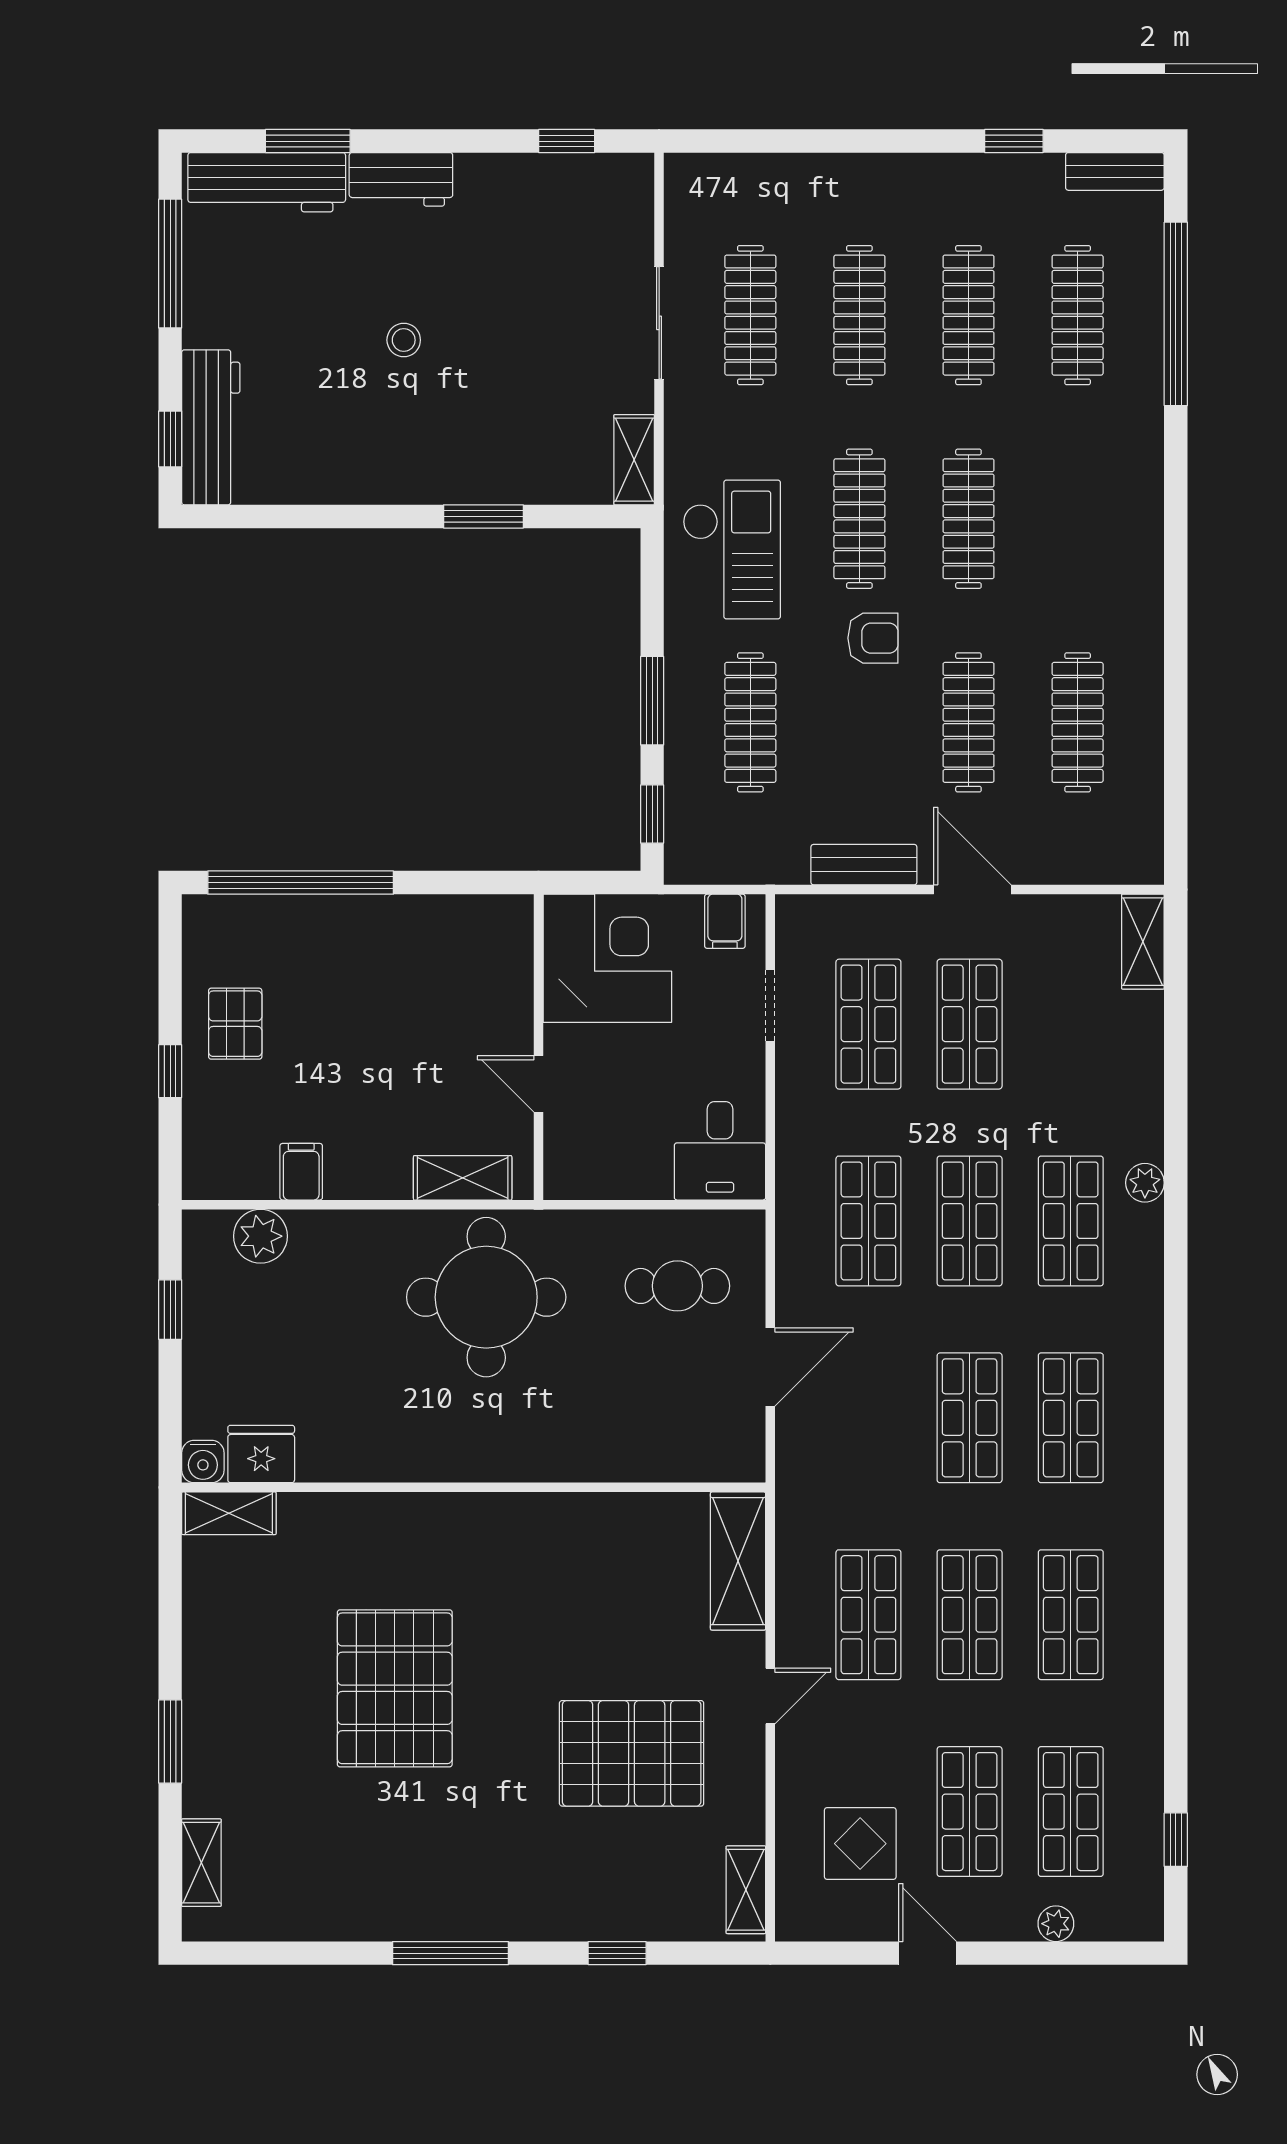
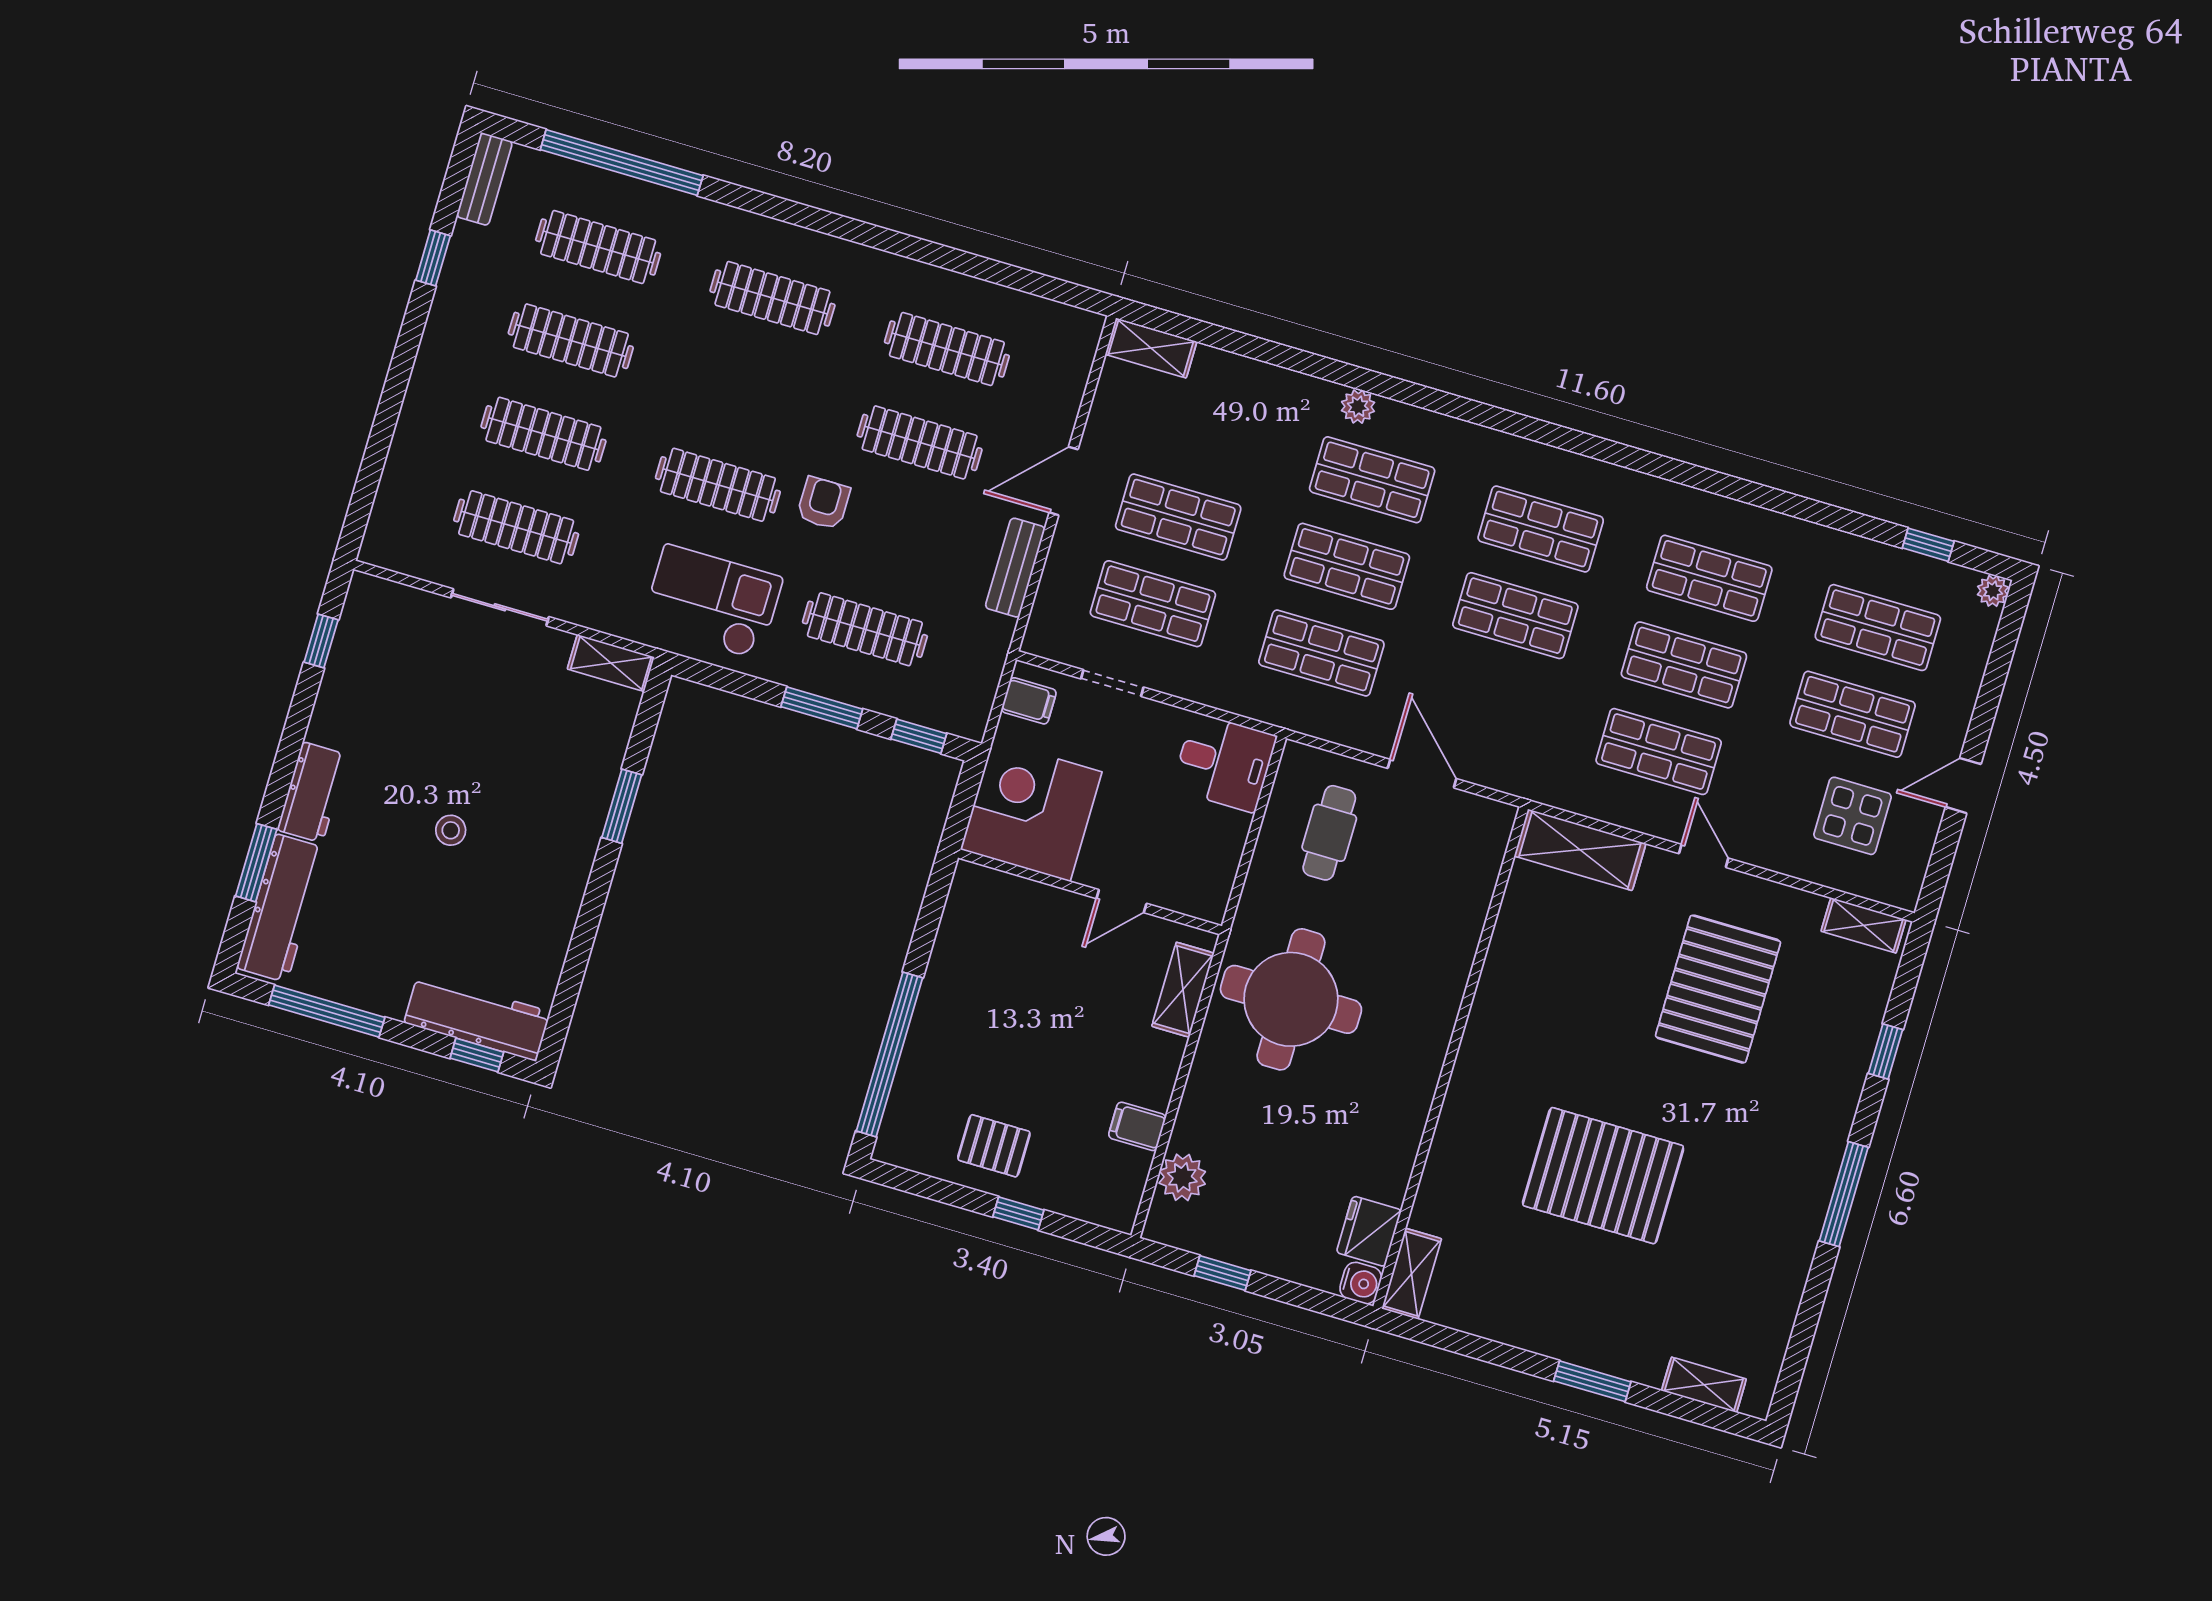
clothes rail: (968, 519) -> (772, 298), moved
plant: (1056, 1924) -> (1993, 591), moved

